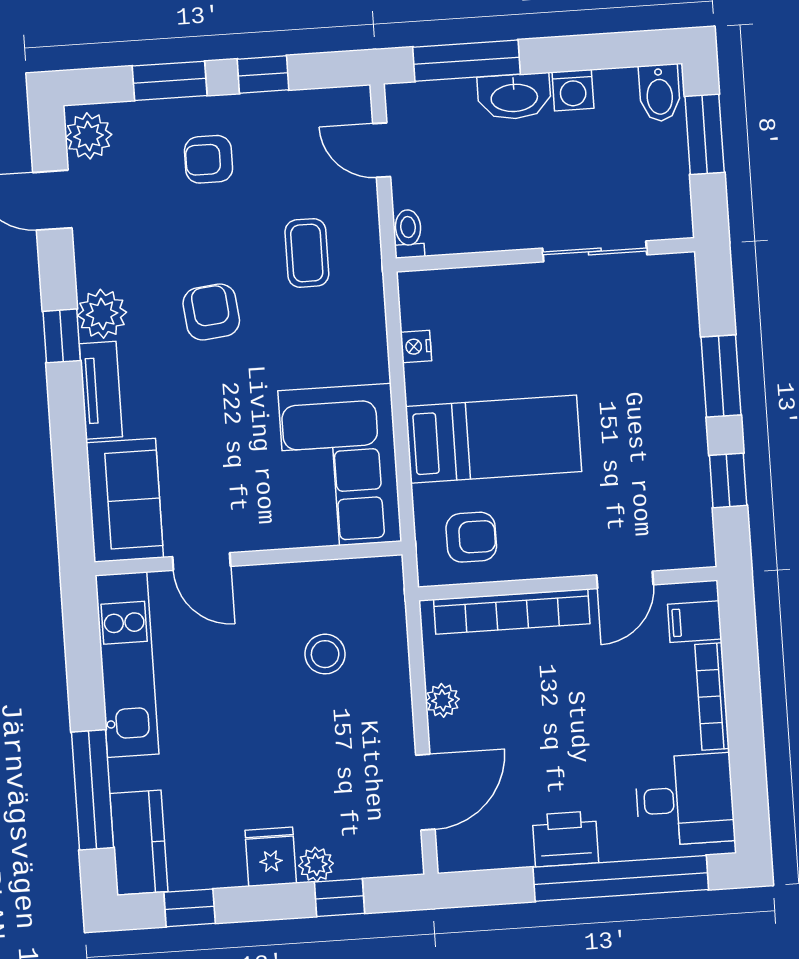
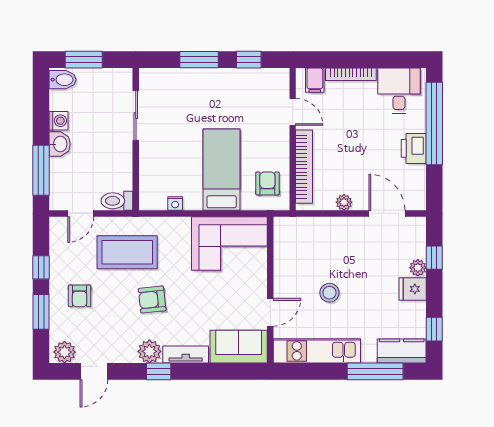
washbasin: (514, 97) -> (60, 144), width x0.72
toilet: (408, 234) -> (117, 201), width x1.37, depth x1.39
coffee table: (307, 253) -> (127, 252), width x1.86, depth x1.72
stool: (325, 654) -> (329, 293), moved

